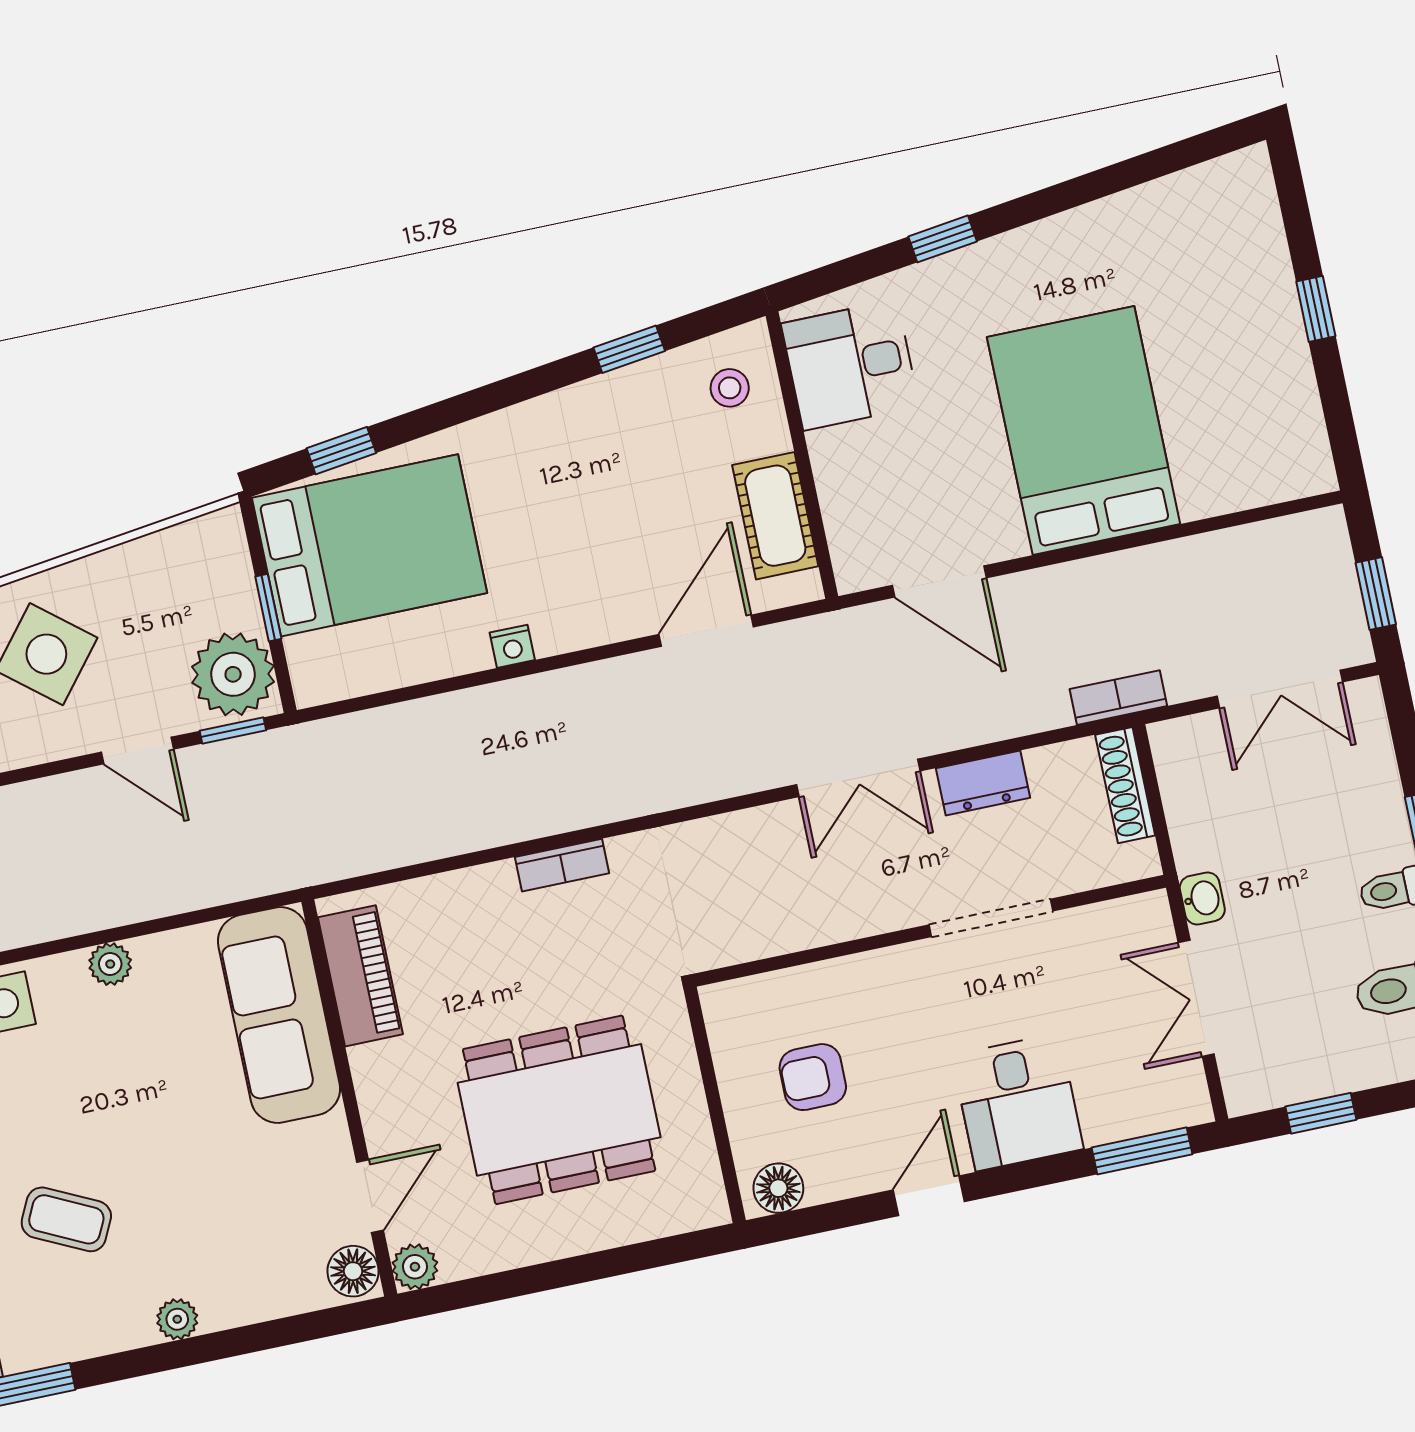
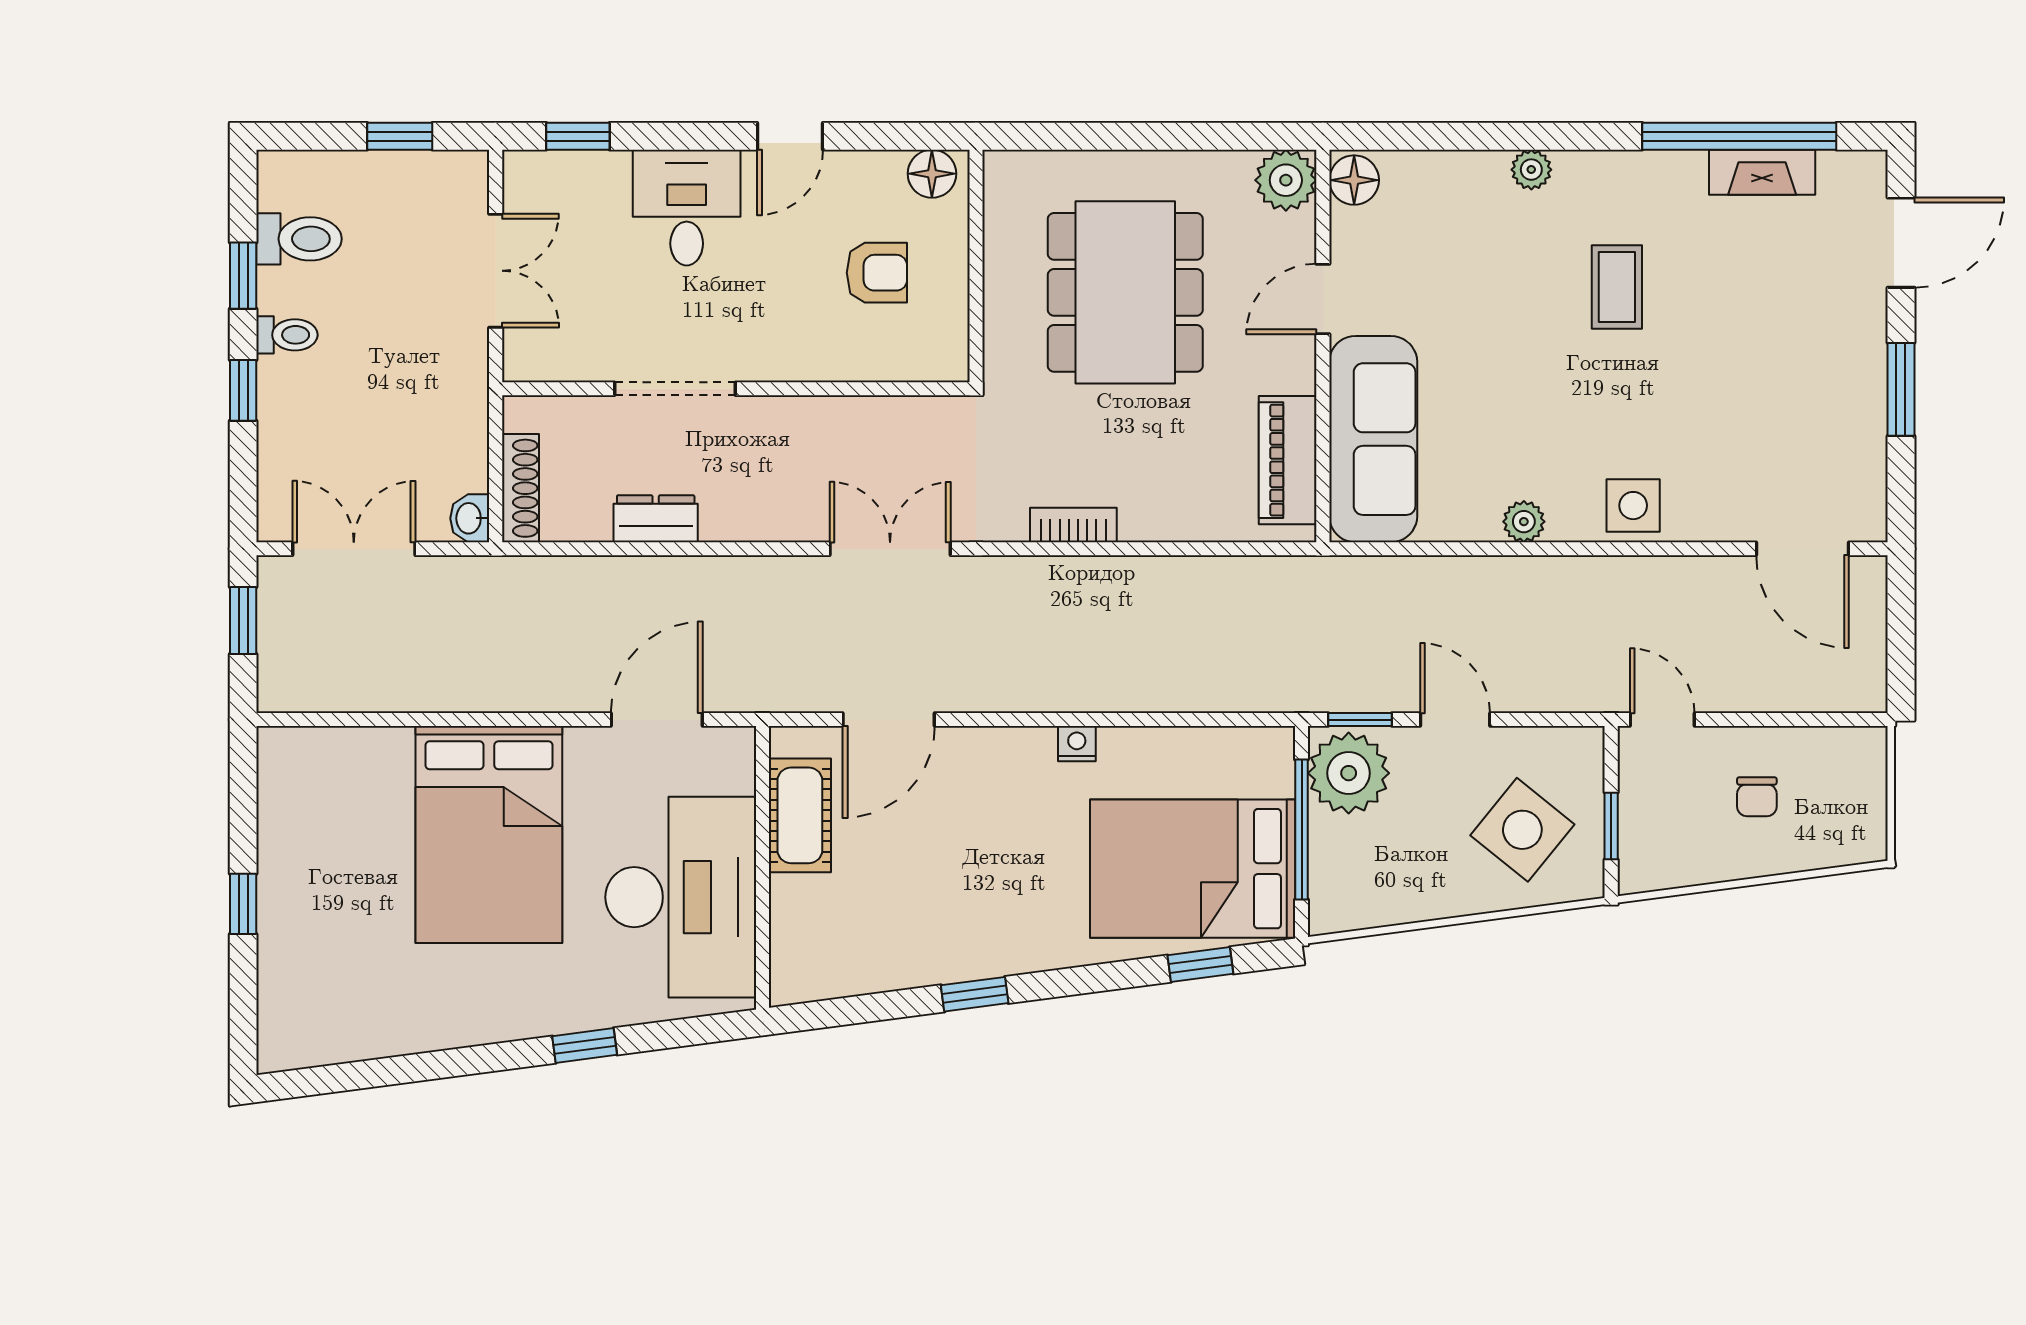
window: (629, 349) -> (975, 994), moved
desk: (850, 365) -> (681, 897), width x1.87, depth x1.30
stool: (730, 388) -> (818, 946), removed
door: (939, 582) -> (657, 720), hinge flipped
window: (268, 608) -> (1302, 829), width x2.17
bookcase: (1118, 698) -> (509, 573), removed
double door: (858, 778) -> (890, 549), moved
washbasin: (1202, 898) -> (470, 518), moved
dining table: (559, 1110) -> (1125, 292), turned 90
window: (1142, 1151) -> (578, 136), width x0.67
door: (370, 1196) -> (1323, 299), moved
coffee table: (66, 1219) -> (1617, 287), turned 64
plant: (415, 1267) -> (1286, 180), width x1.38, depth x1.38

